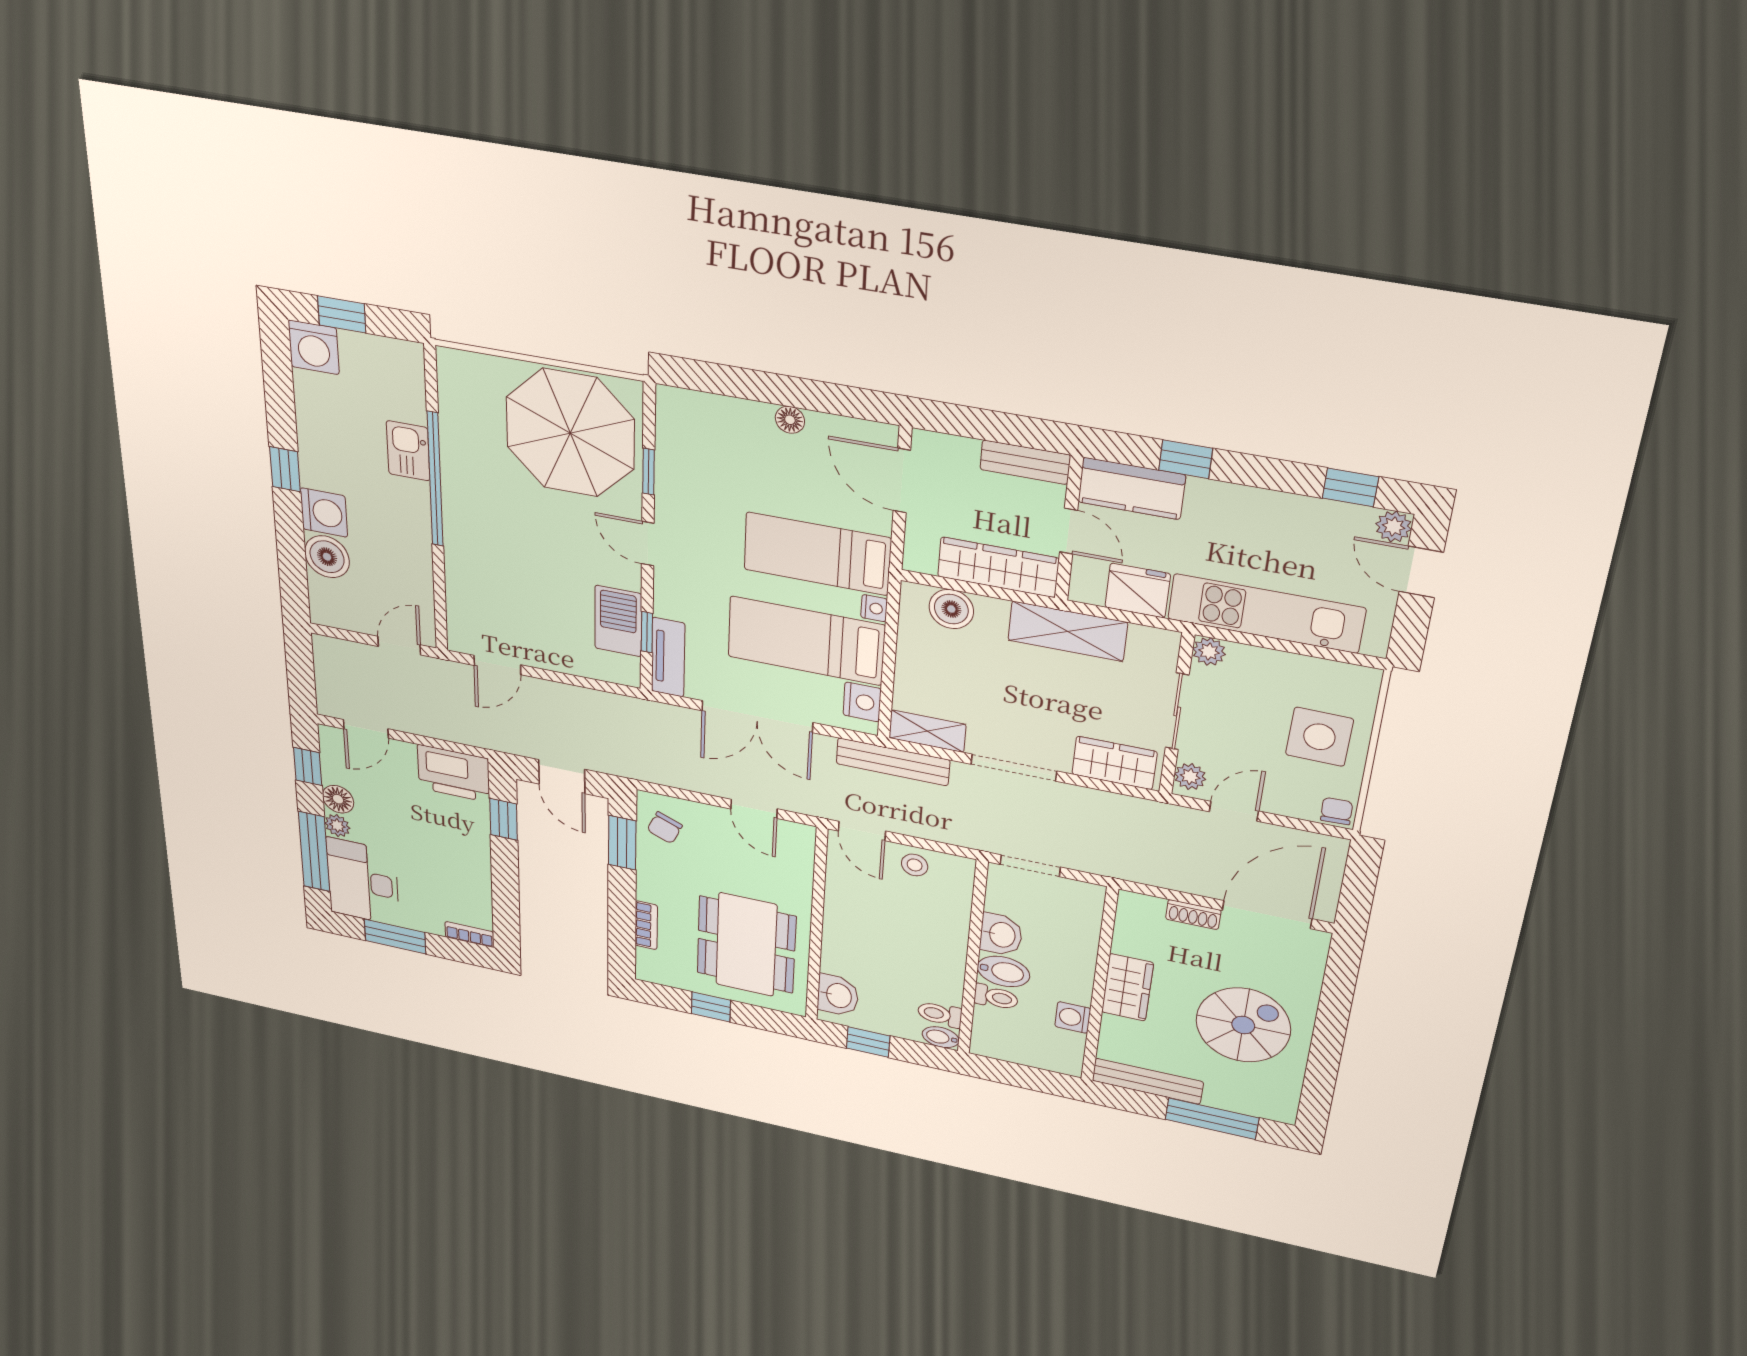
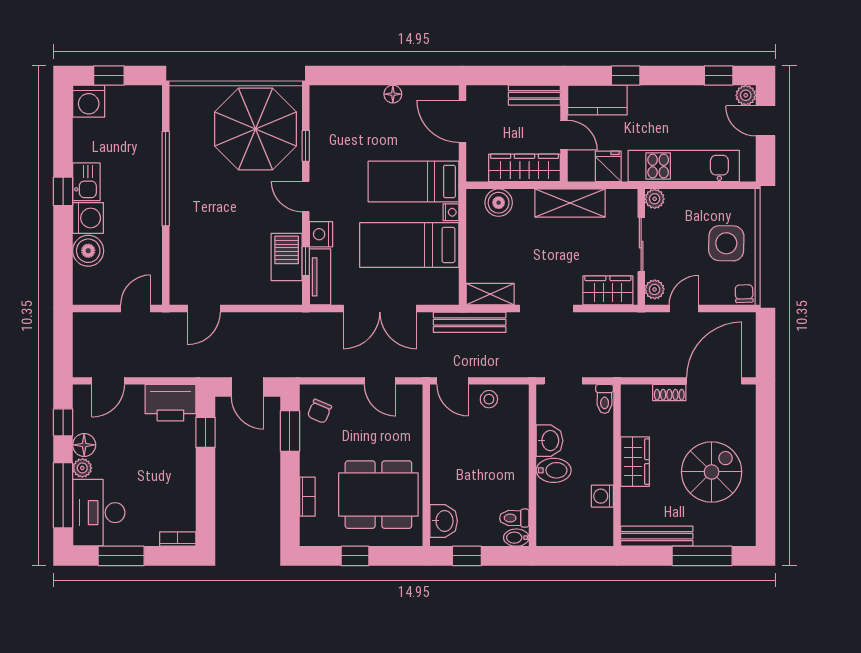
kitchen sink: (408, 451) -> (86, 182), moved, turned 180
fridge: (1138, 591) -> (608, 166), width x0.72
nightstand: (862, 702) -> (321, 234), moved, turned 180
dining table: (746, 945) -> (378, 495), turned 90
toilet: (996, 997) -> (605, 399), moved, turned 90

